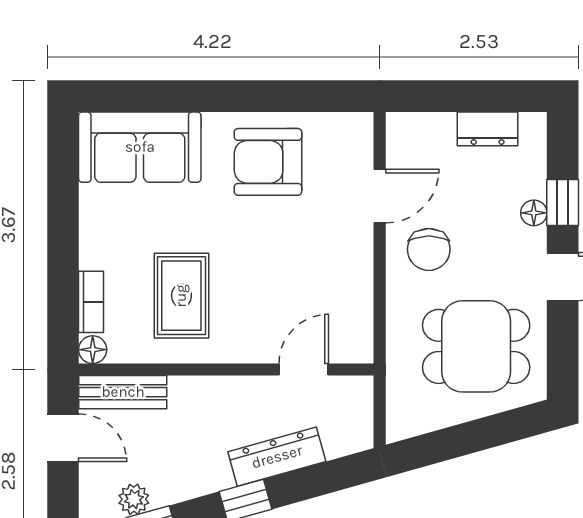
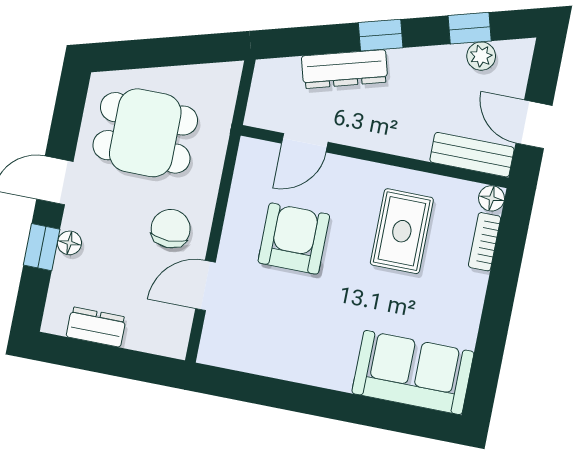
armchair: (268, 162) -> (294, 239), moved, turned -90

